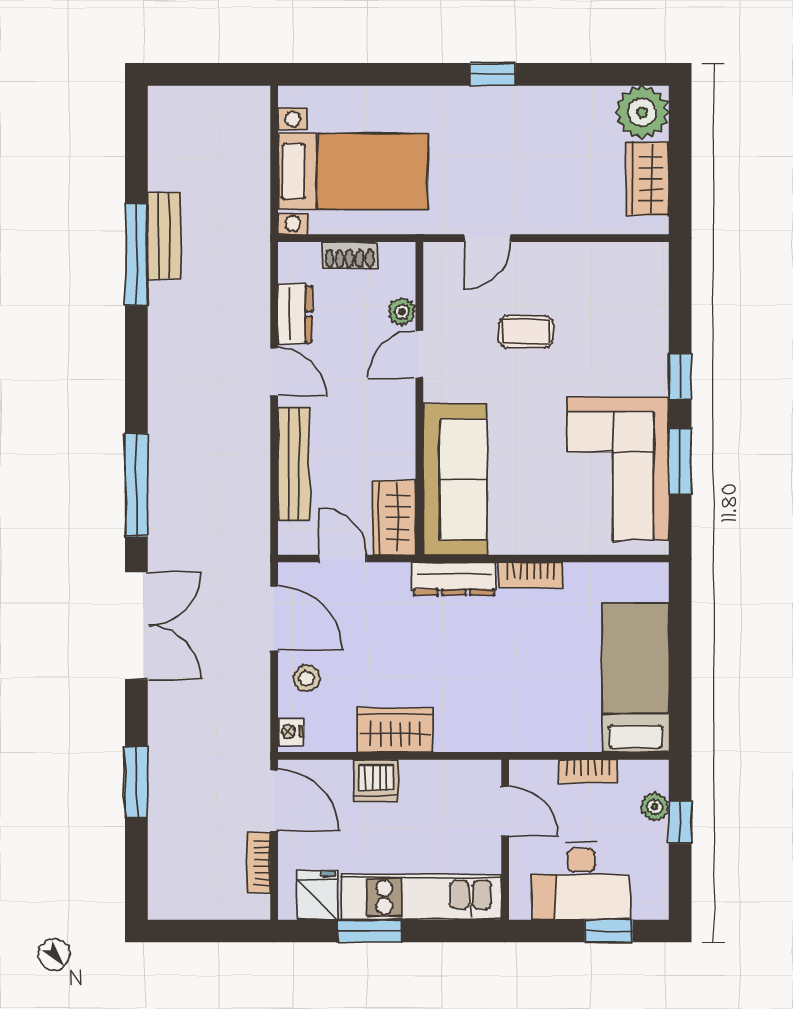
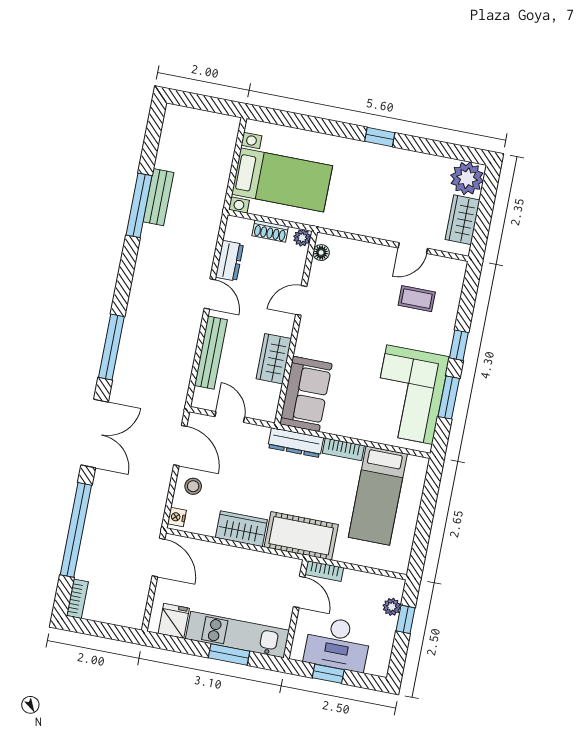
door: (487, 238) -> (413, 248), moved
floor lamp: (436, 273) -> (321, 253), added
plant: (402, 312) -> (302, 238), moved
coffee table: (526, 332) -> (417, 299), moved
sofa: (455, 479) -> (306, 394), width x0.73
wardrobe: (394, 518) -> (274, 359), moved
bed: (635, 678) -> (378, 496), moved, turned 180
cot: (491, 723) -> (301, 536), added
bookcase: (588, 771) -> (324, 571), moved
dishwasher: (376, 781) -> (223, 557), removed
window: (136, 782) -> (76, 530), width x2.11
bookcase: (258, 863) -> (77, 599), moved, turned 180
window: (370, 931) -> (229, 654), moved
window: (609, 931) -> (328, 674), moved

